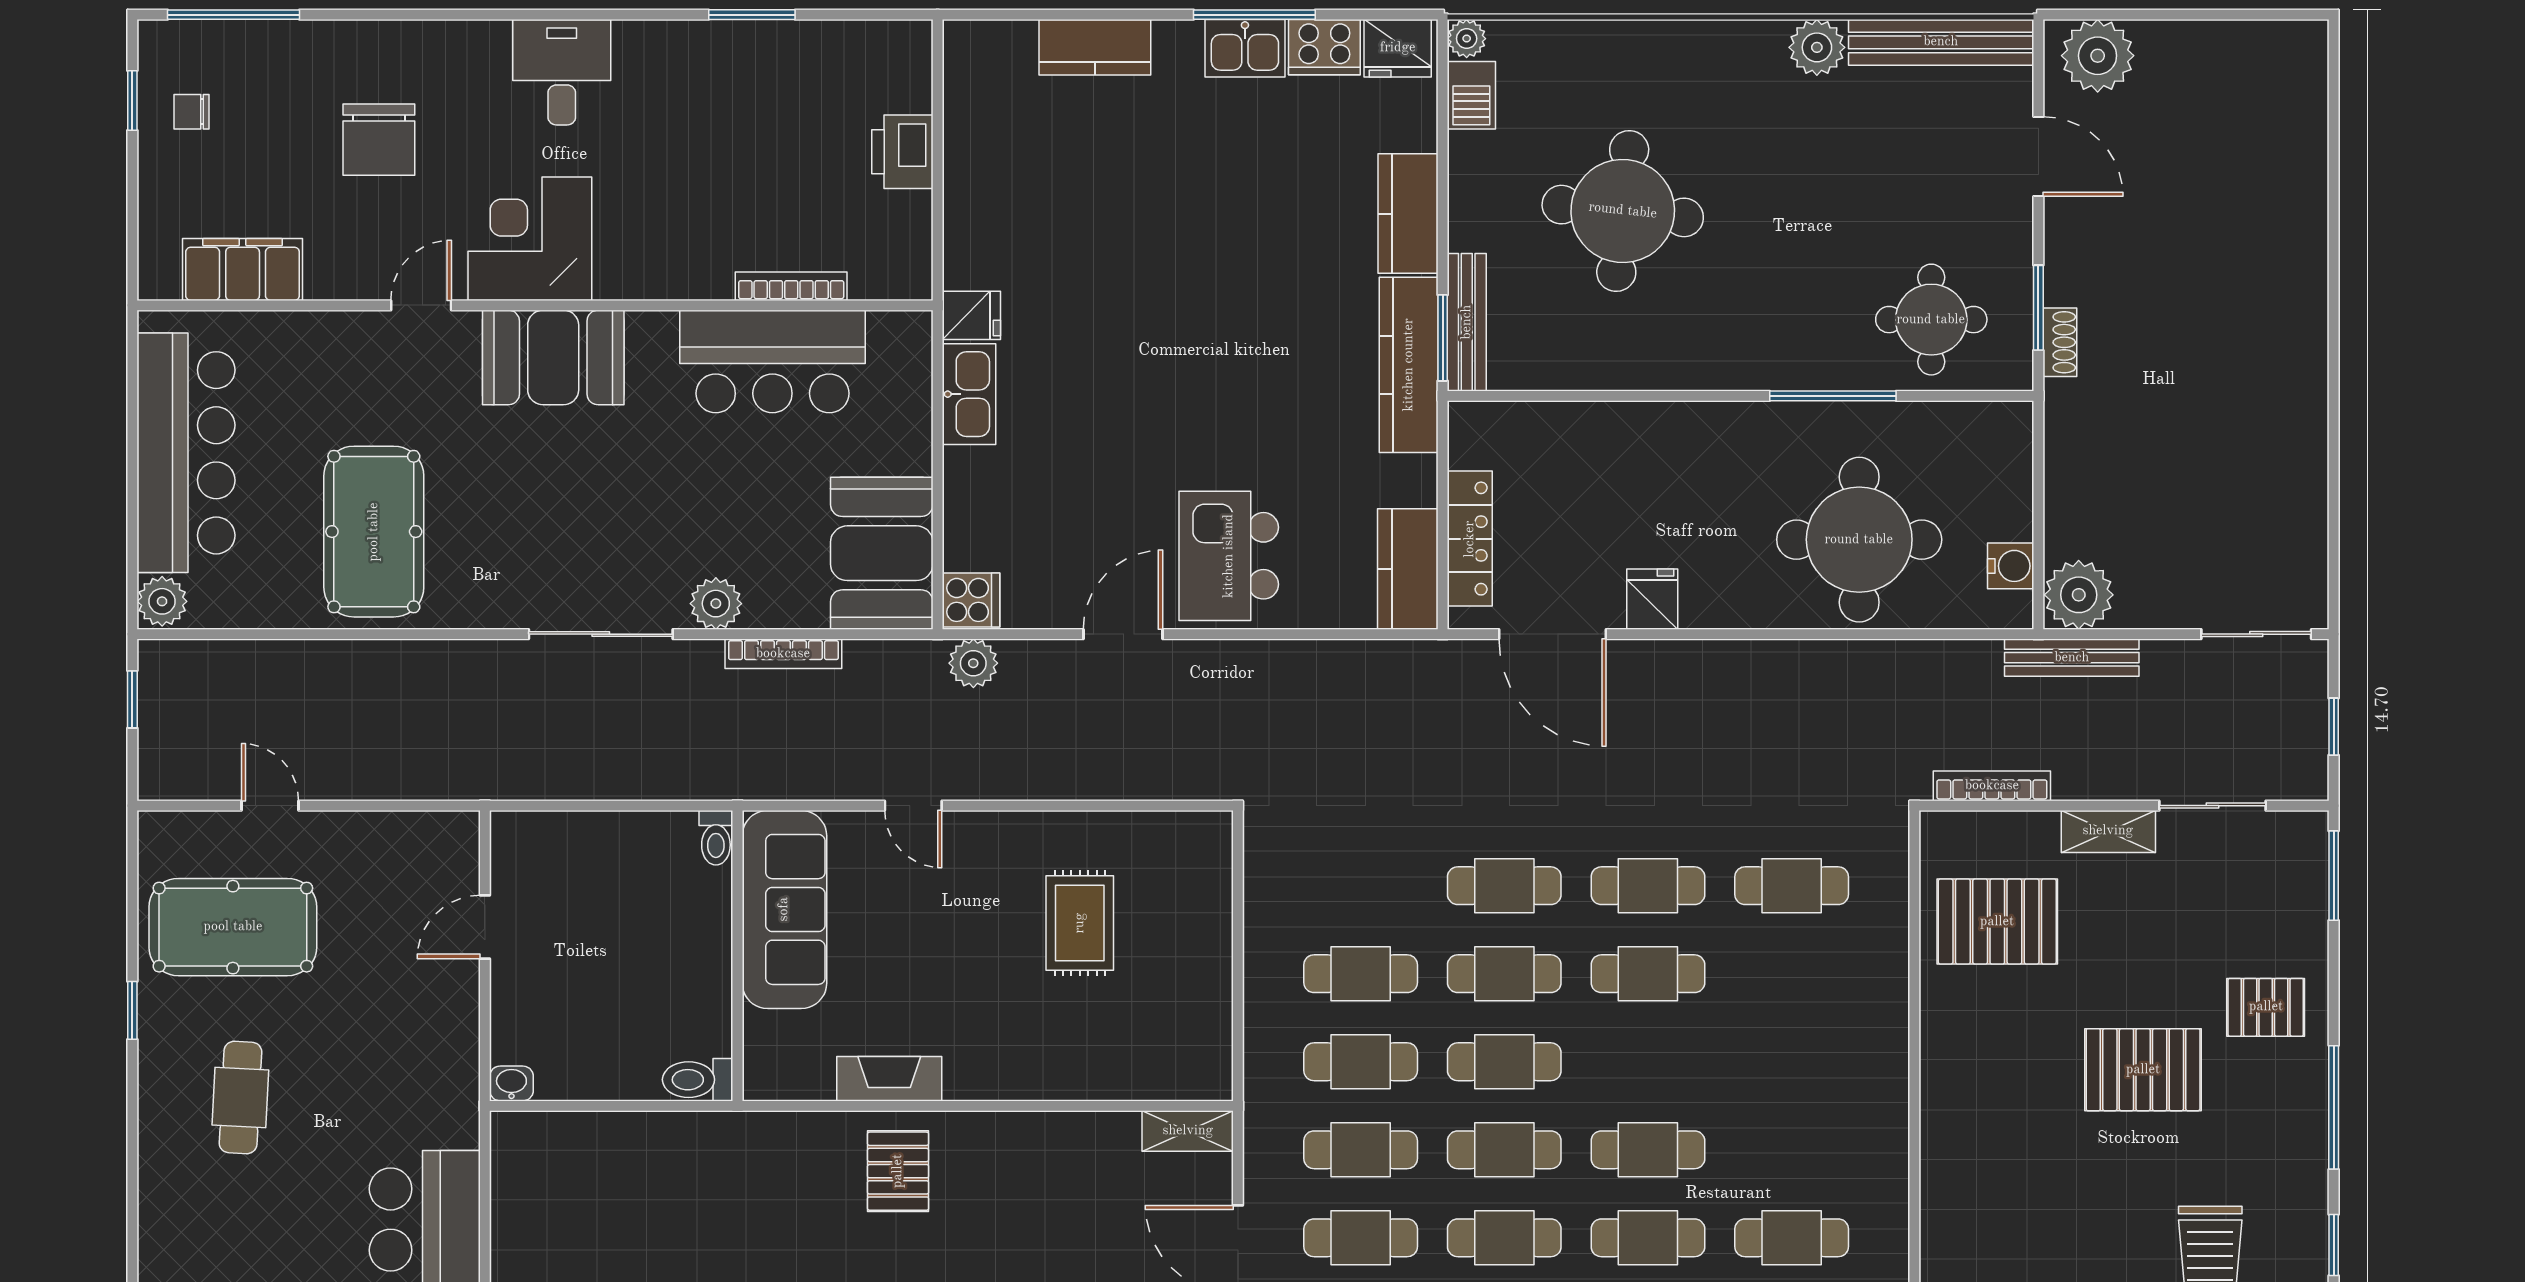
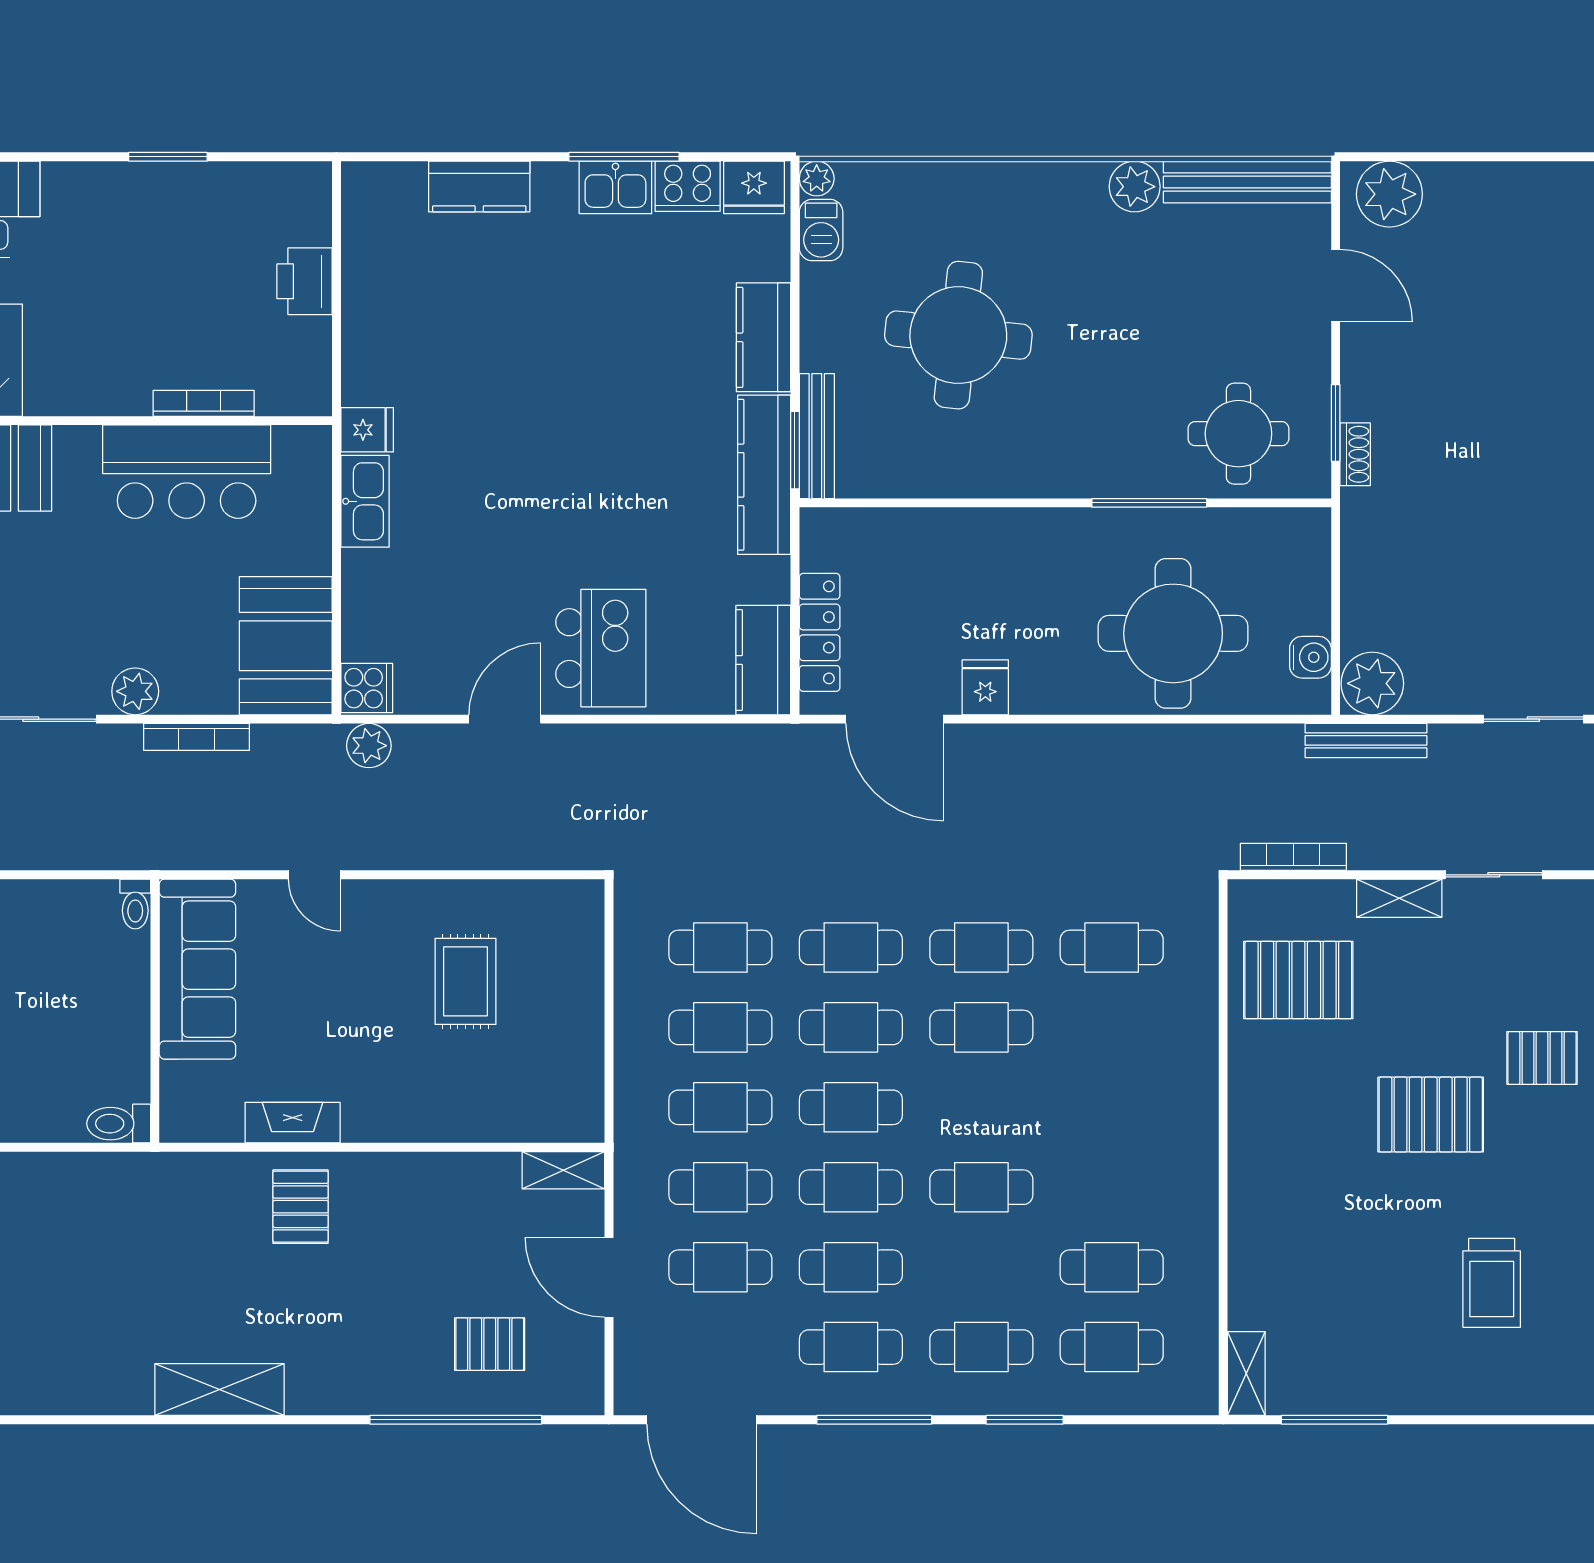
kitchen island: (1229, 556) -> (601, 648), turned 180
cafe table: (1648, 1238) -> (720, 947), moved

